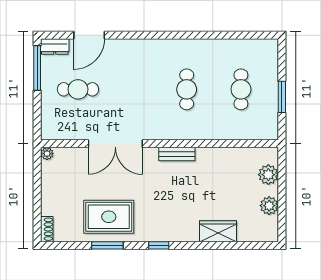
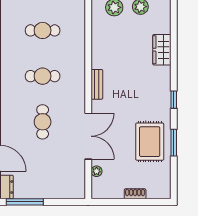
cafe table: (78, 89) -> (43, 122), moved
plant: (47, 154) -> (97, 171), moved
shoe rack: (47, 229) -> (135, 194), moved

